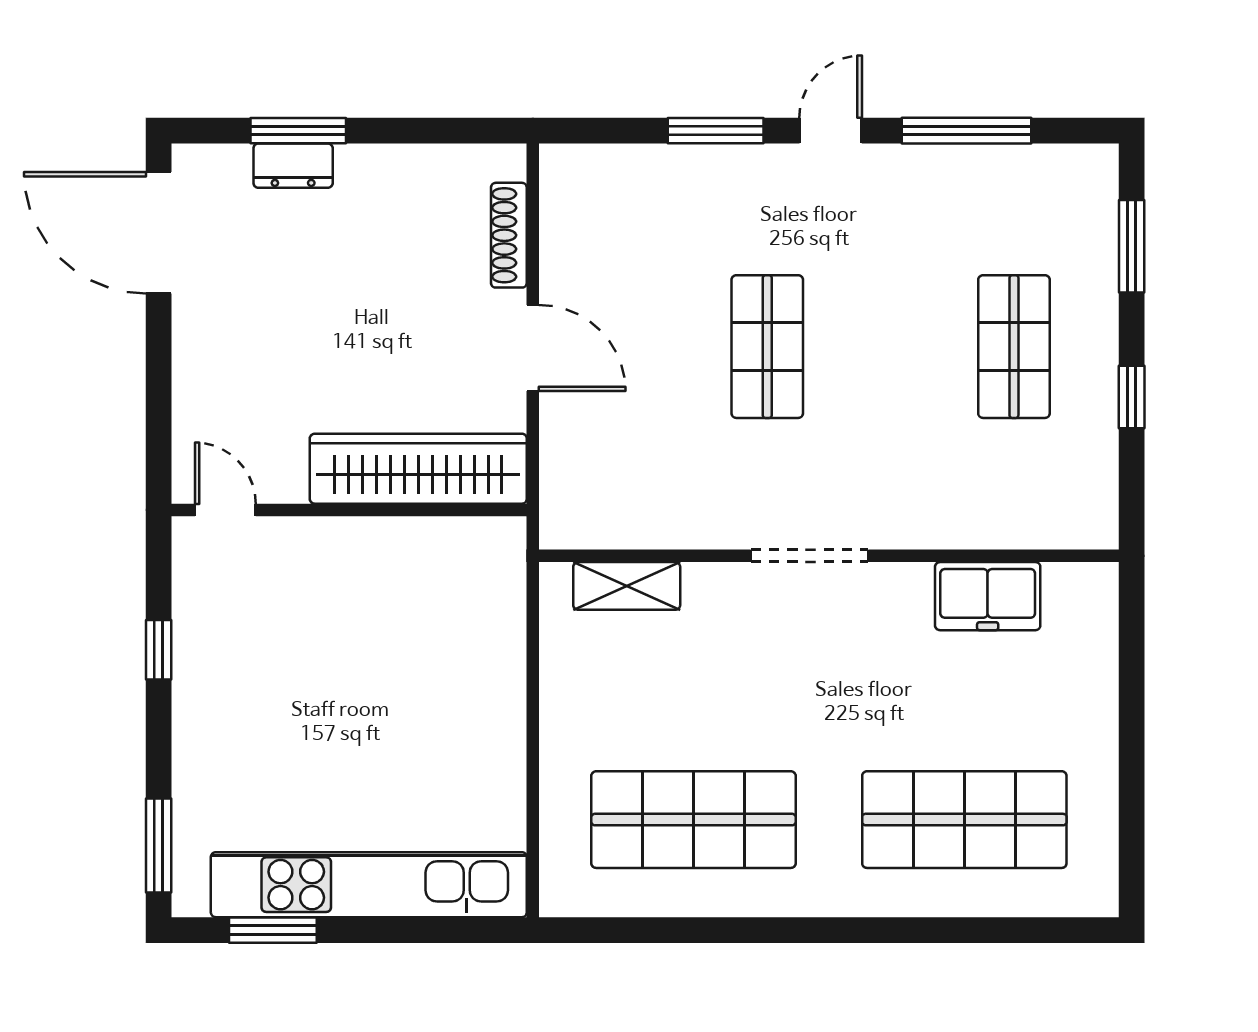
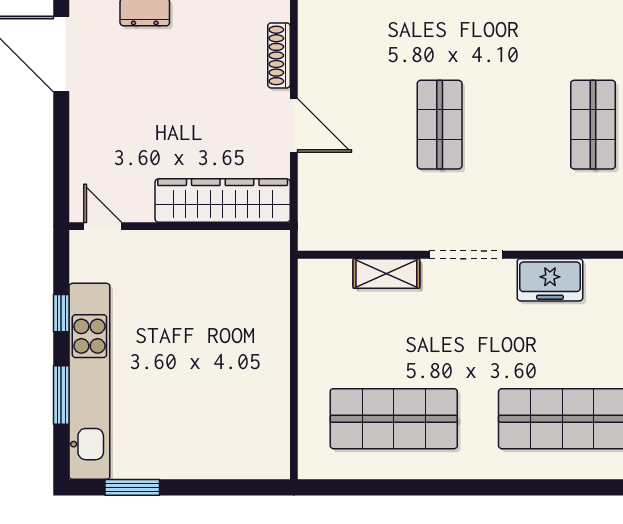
shelving: (627, 586) -> (386, 273), moved
freezer: (988, 596) -> (550, 280), moved
window: (159, 845) -> (61, 395), moved
kitchen unit: (369, 885) -> (89, 381), moved, turned 90

